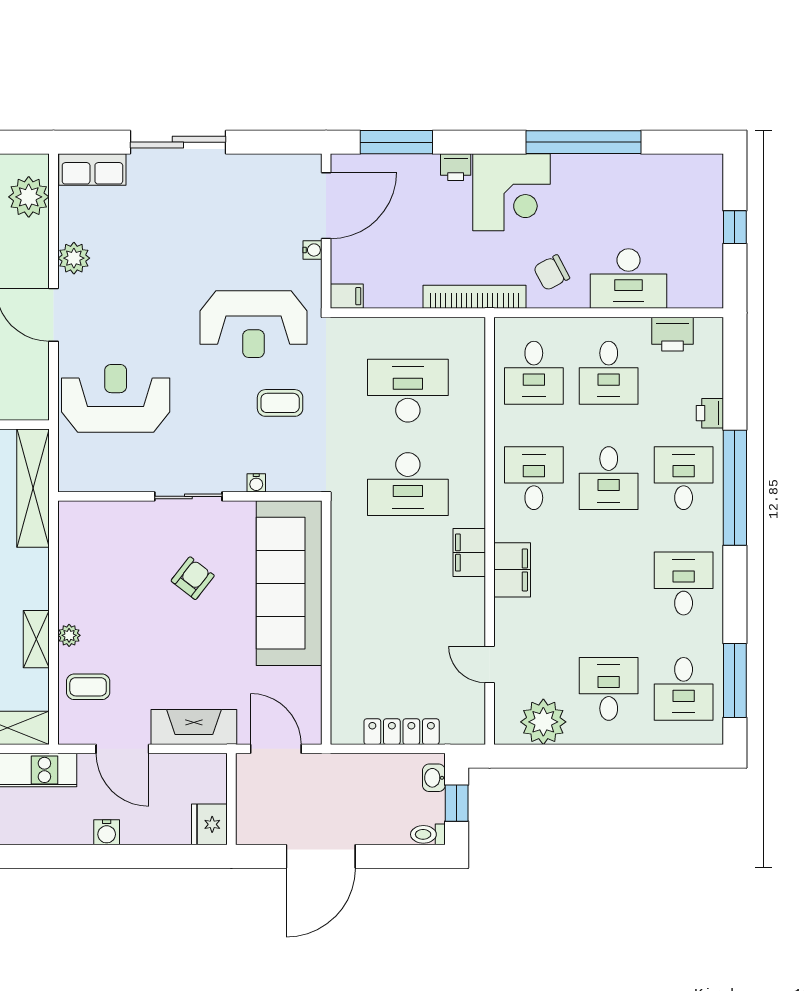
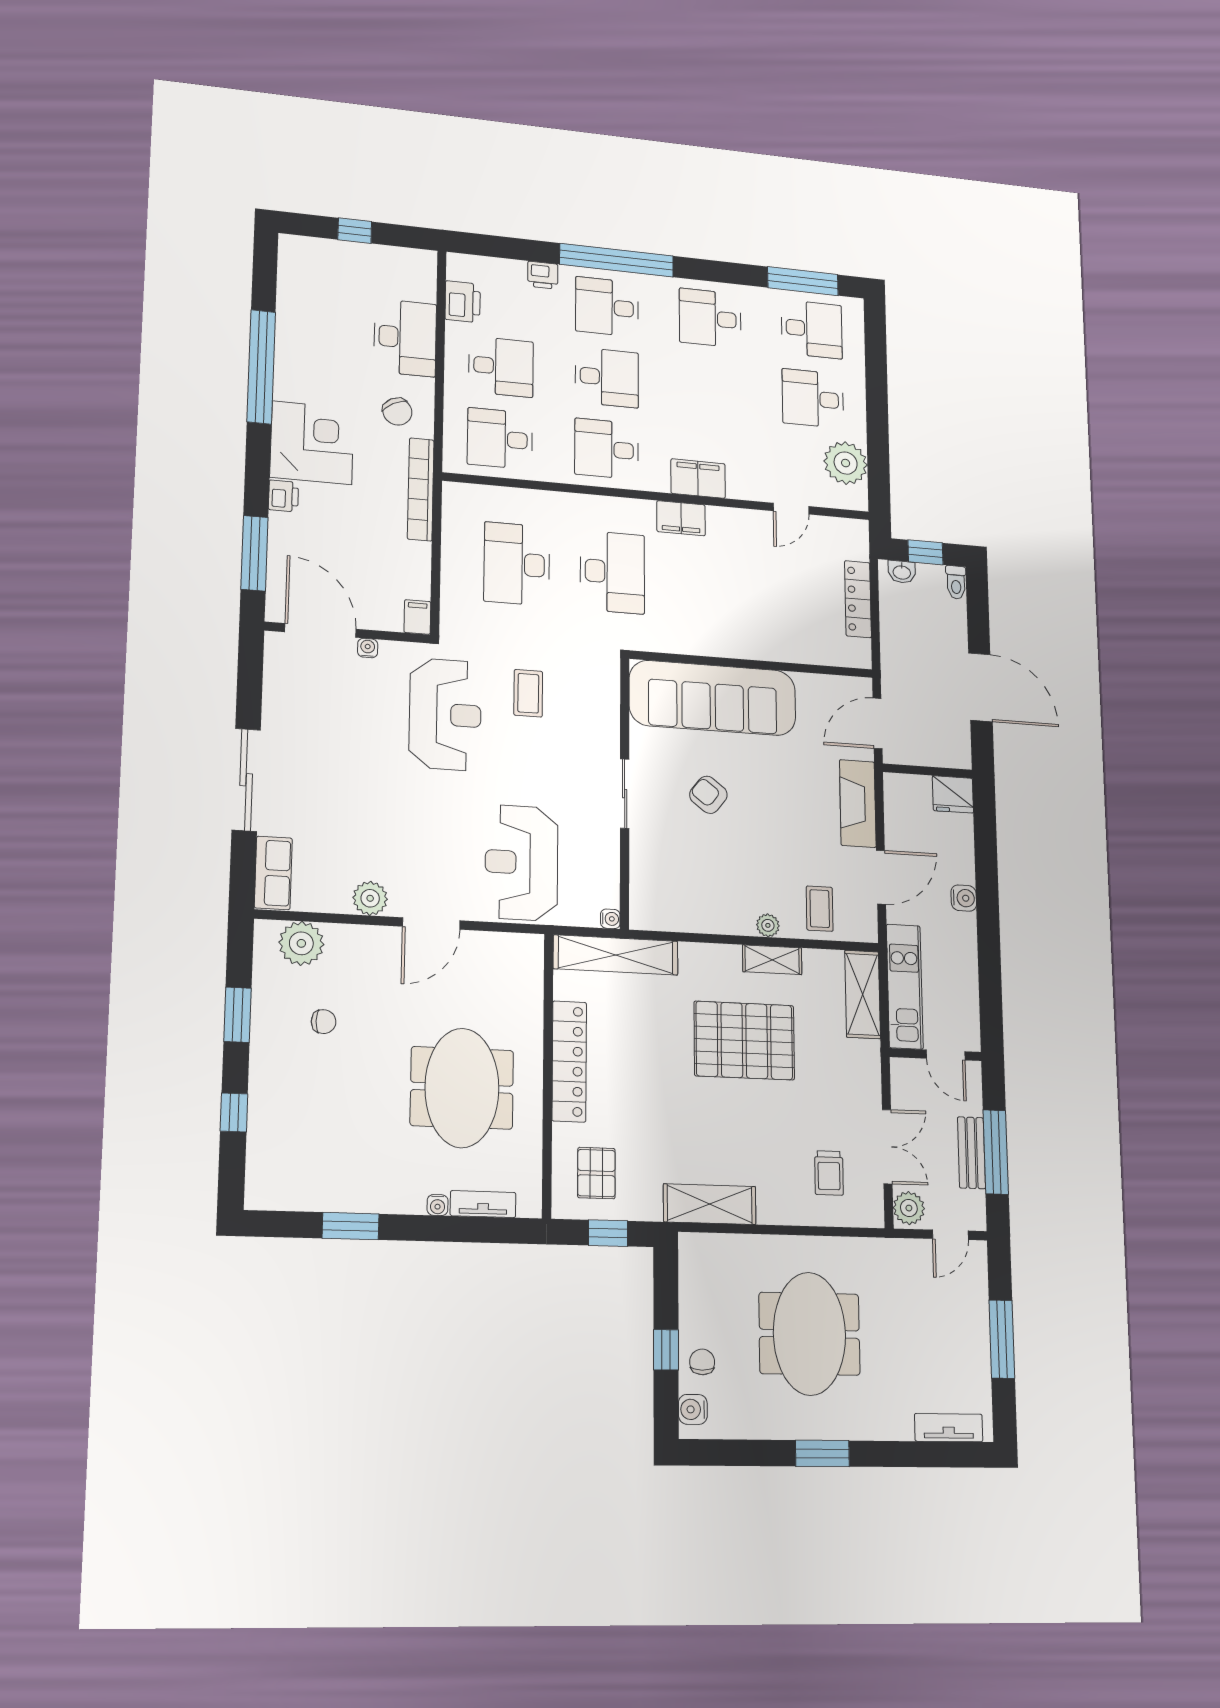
desk: (534, 373) -> (500, 439), turned 180
water cooler: (256, 483) -> (610, 919), moved

